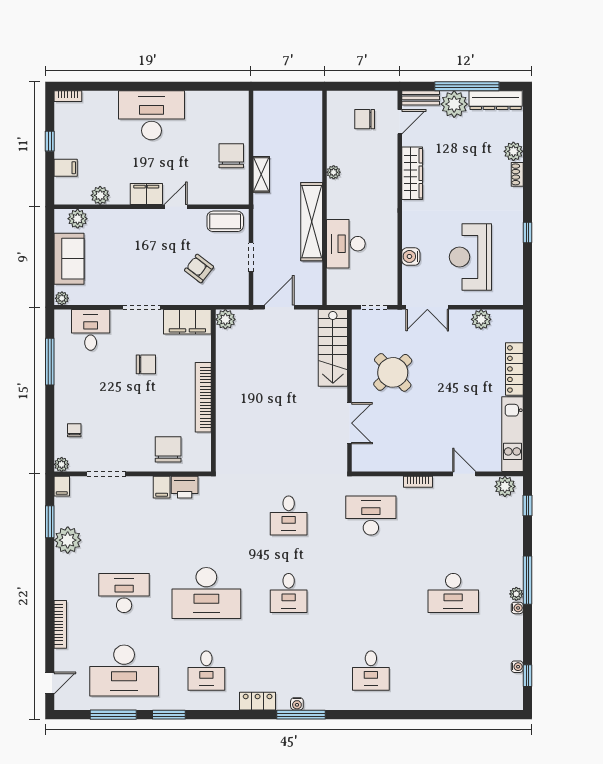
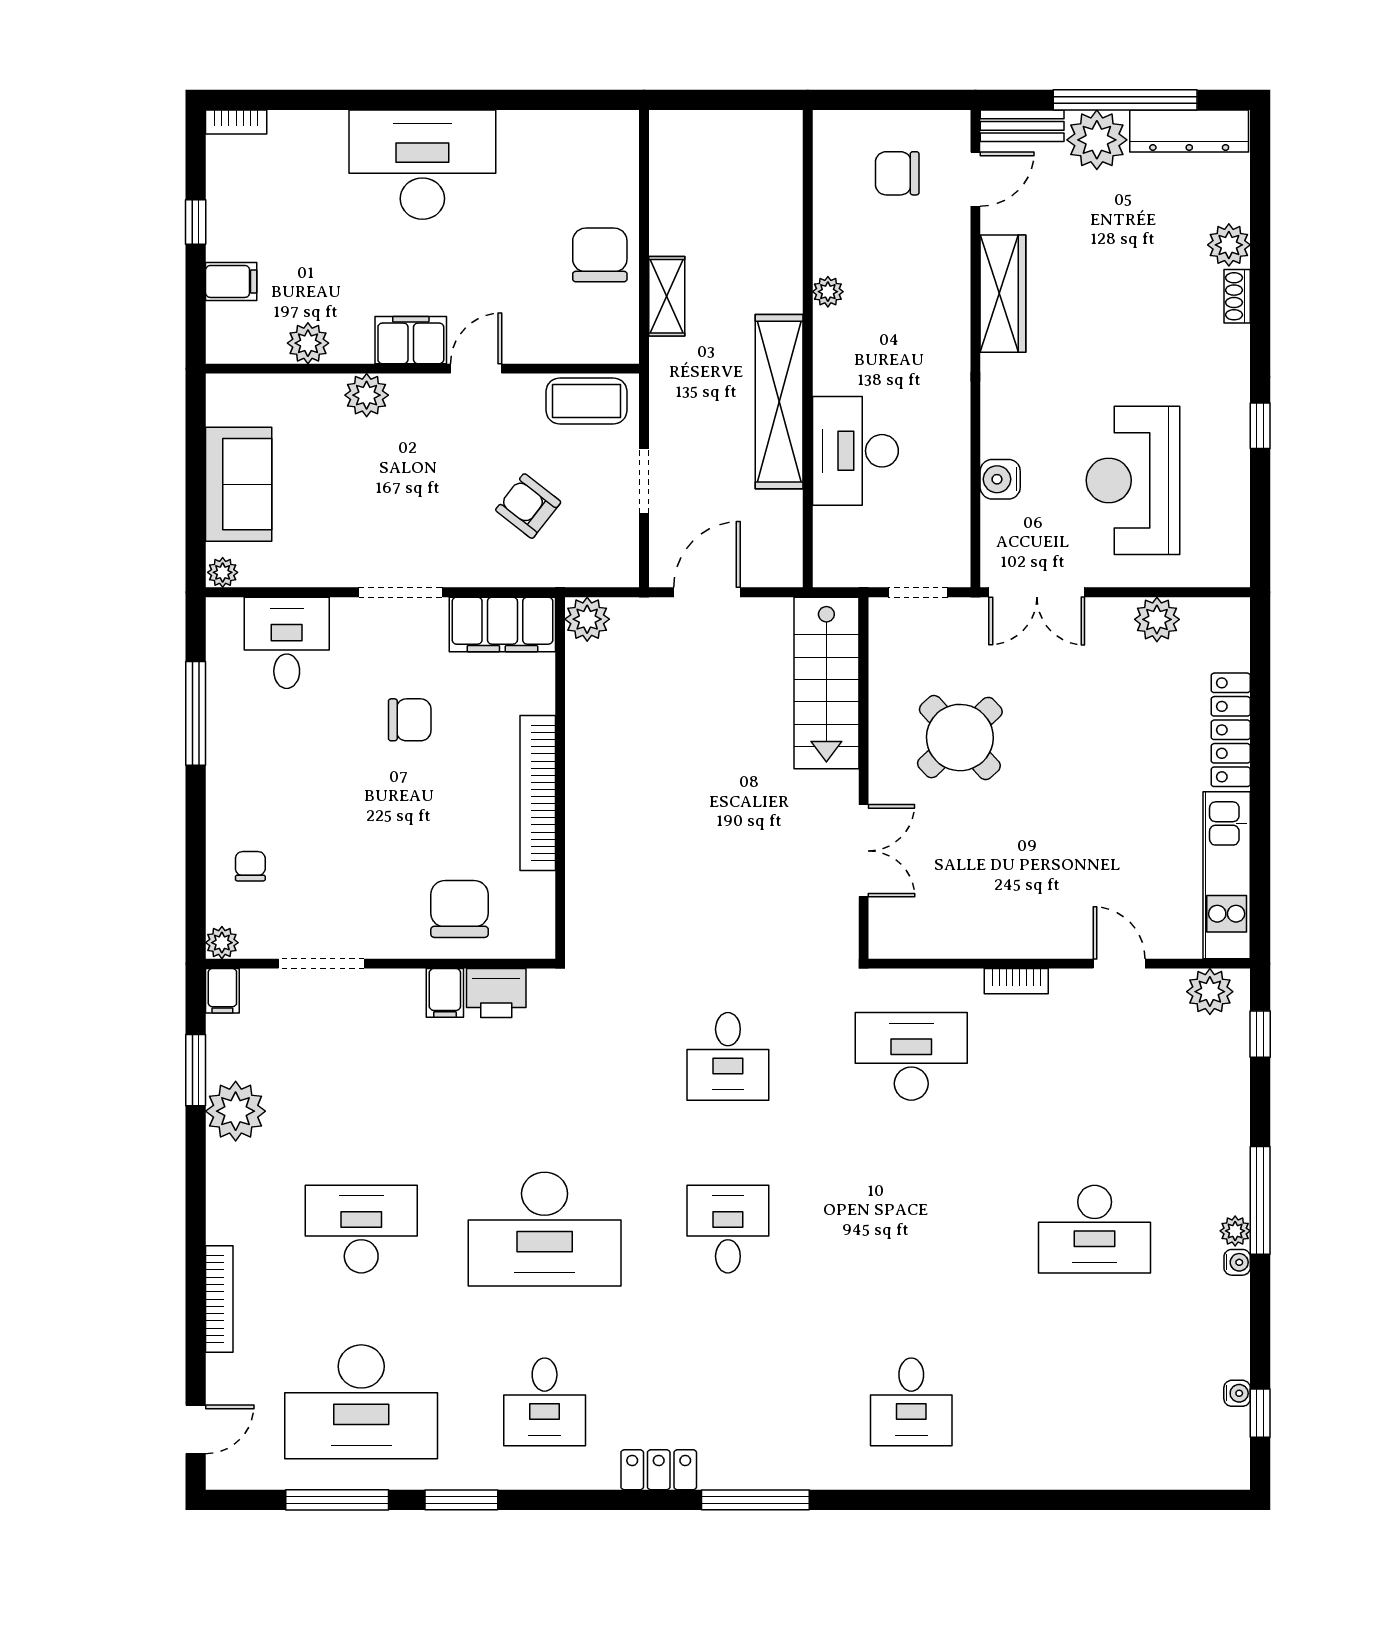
plant: (78, 219) -> (367, 395), moved
desk: (289, 593) -> (728, 1229), turned 180
water cooler: (297, 704) -> (747, 1476), removed

